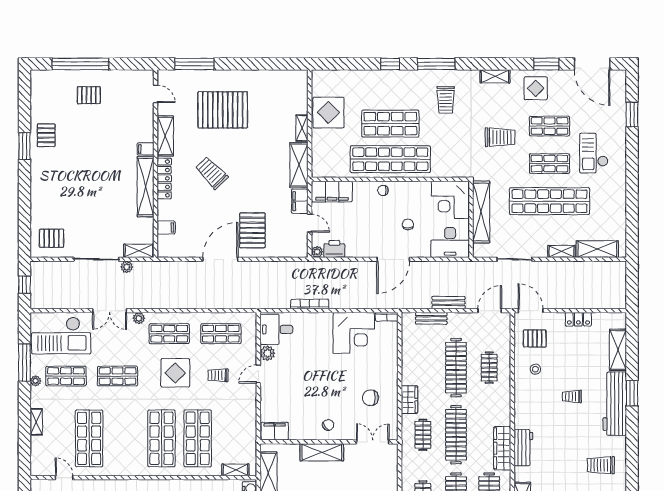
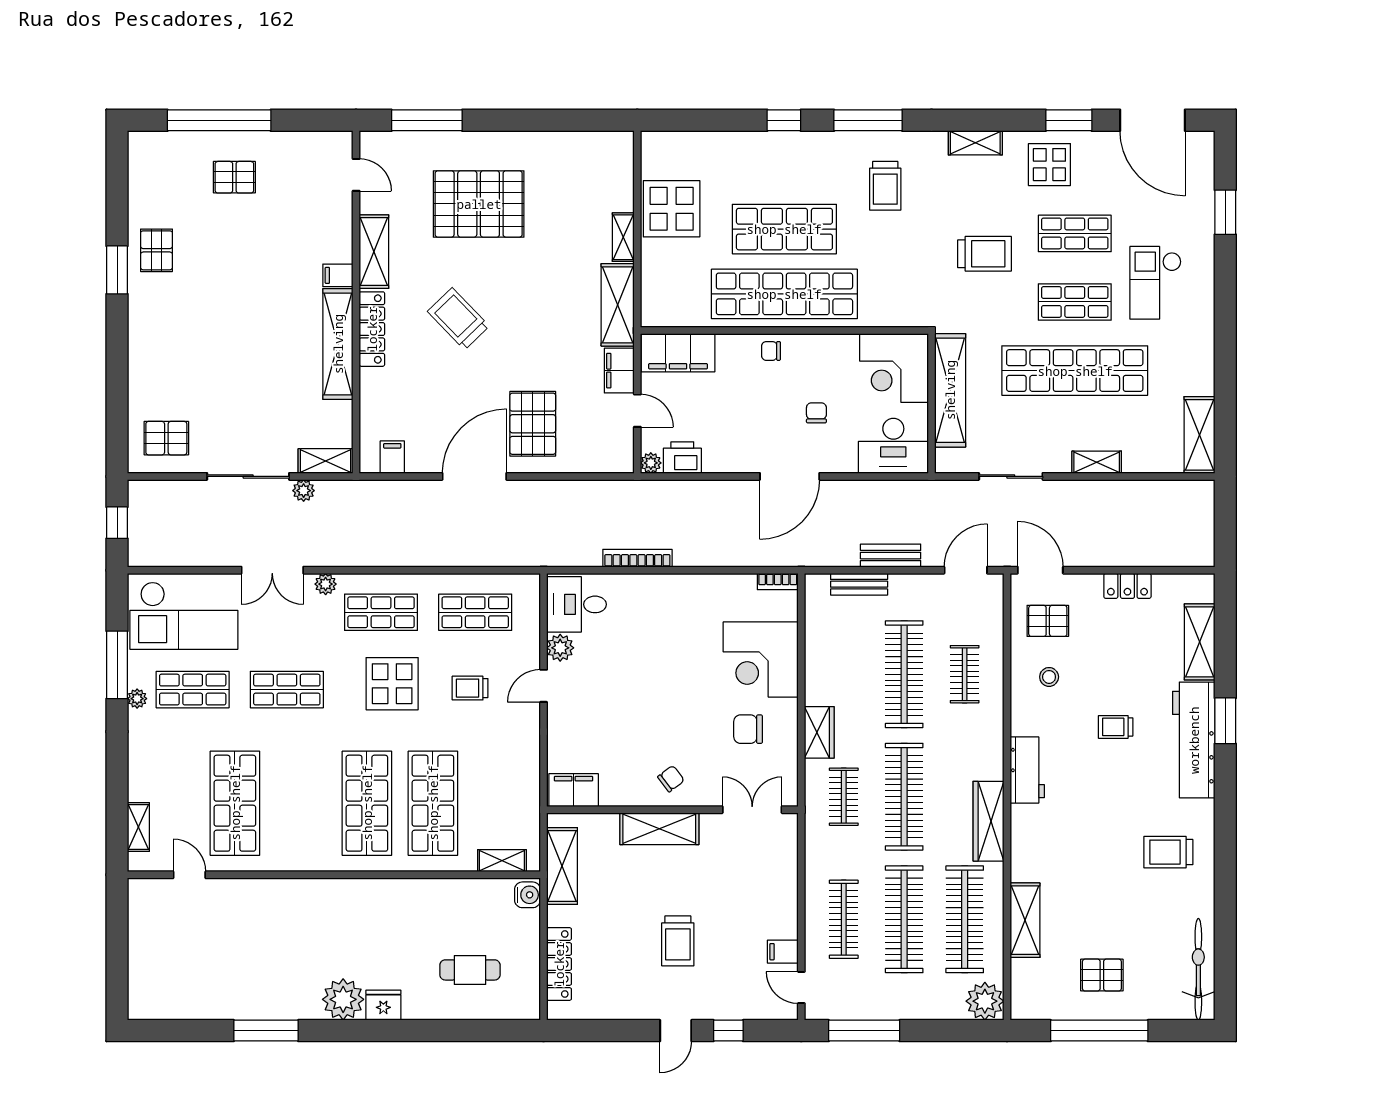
filing cabinet: (166, 227) -> (392, 457), moved, turned -90
shelving: (597, 249) -> (1199, 435), moved, turned 90
corner desk: (354, 333) -> (761, 659), moved, turned 90
shelving: (36, 422) -> (138, 827), moved
workbench: (523, 448) -> (1027, 770), moved

